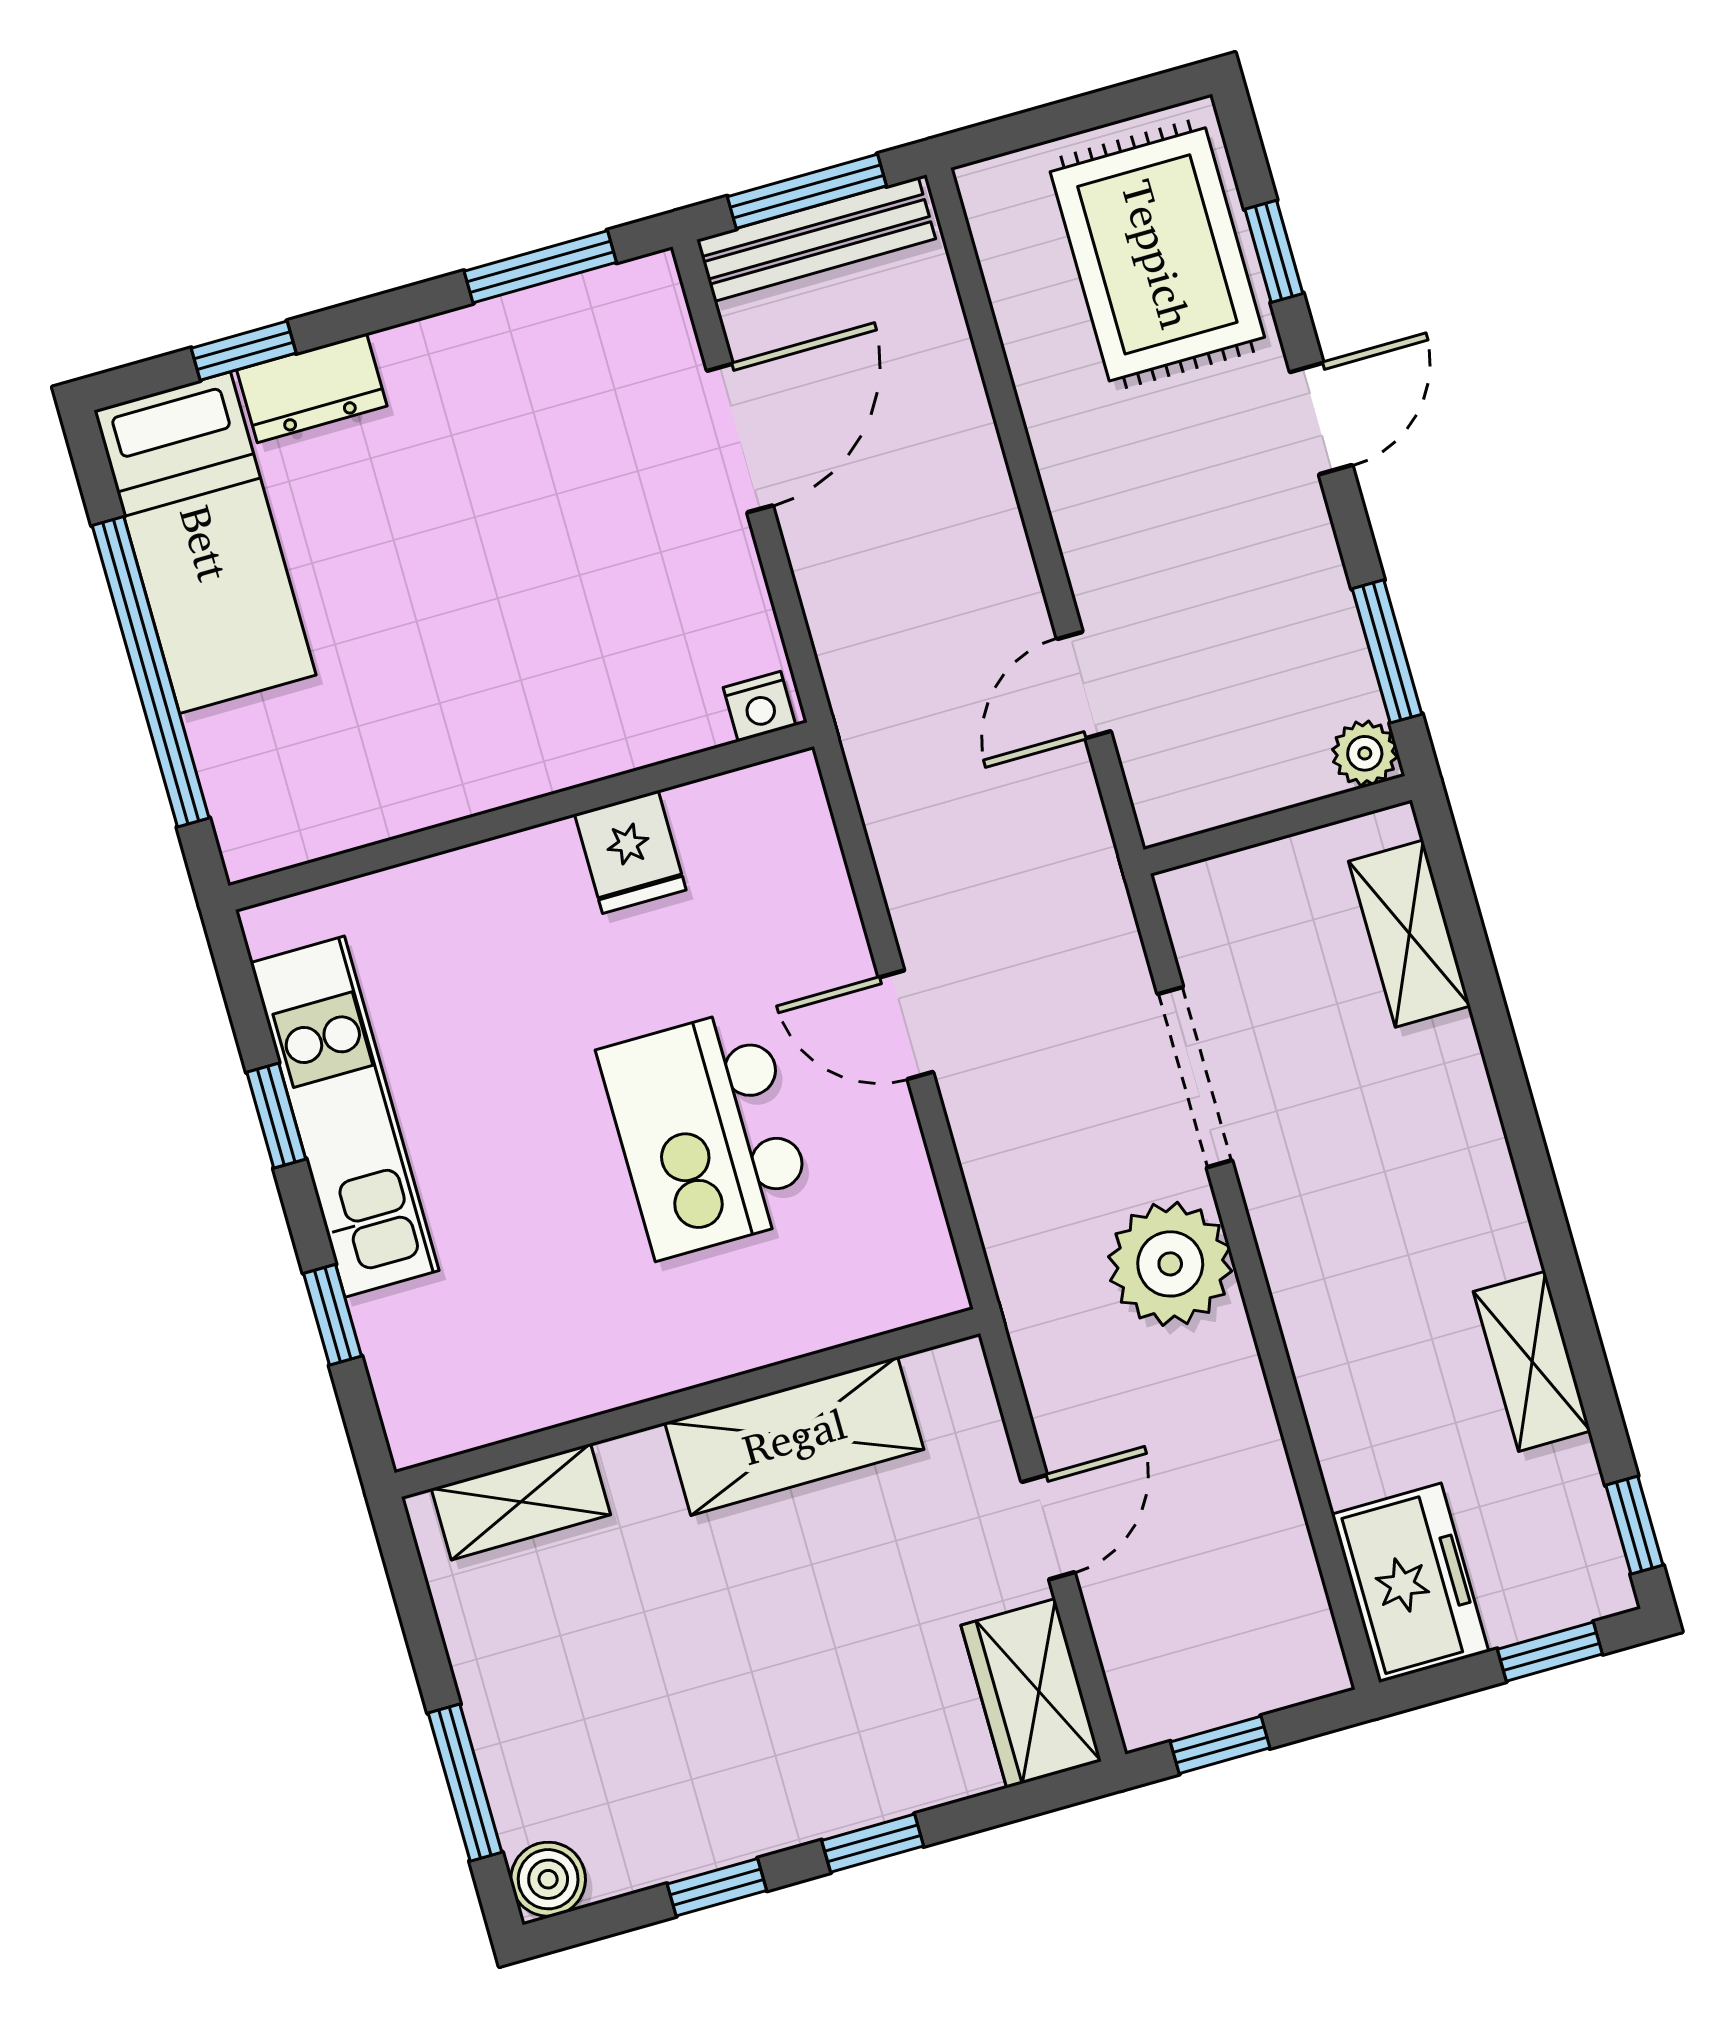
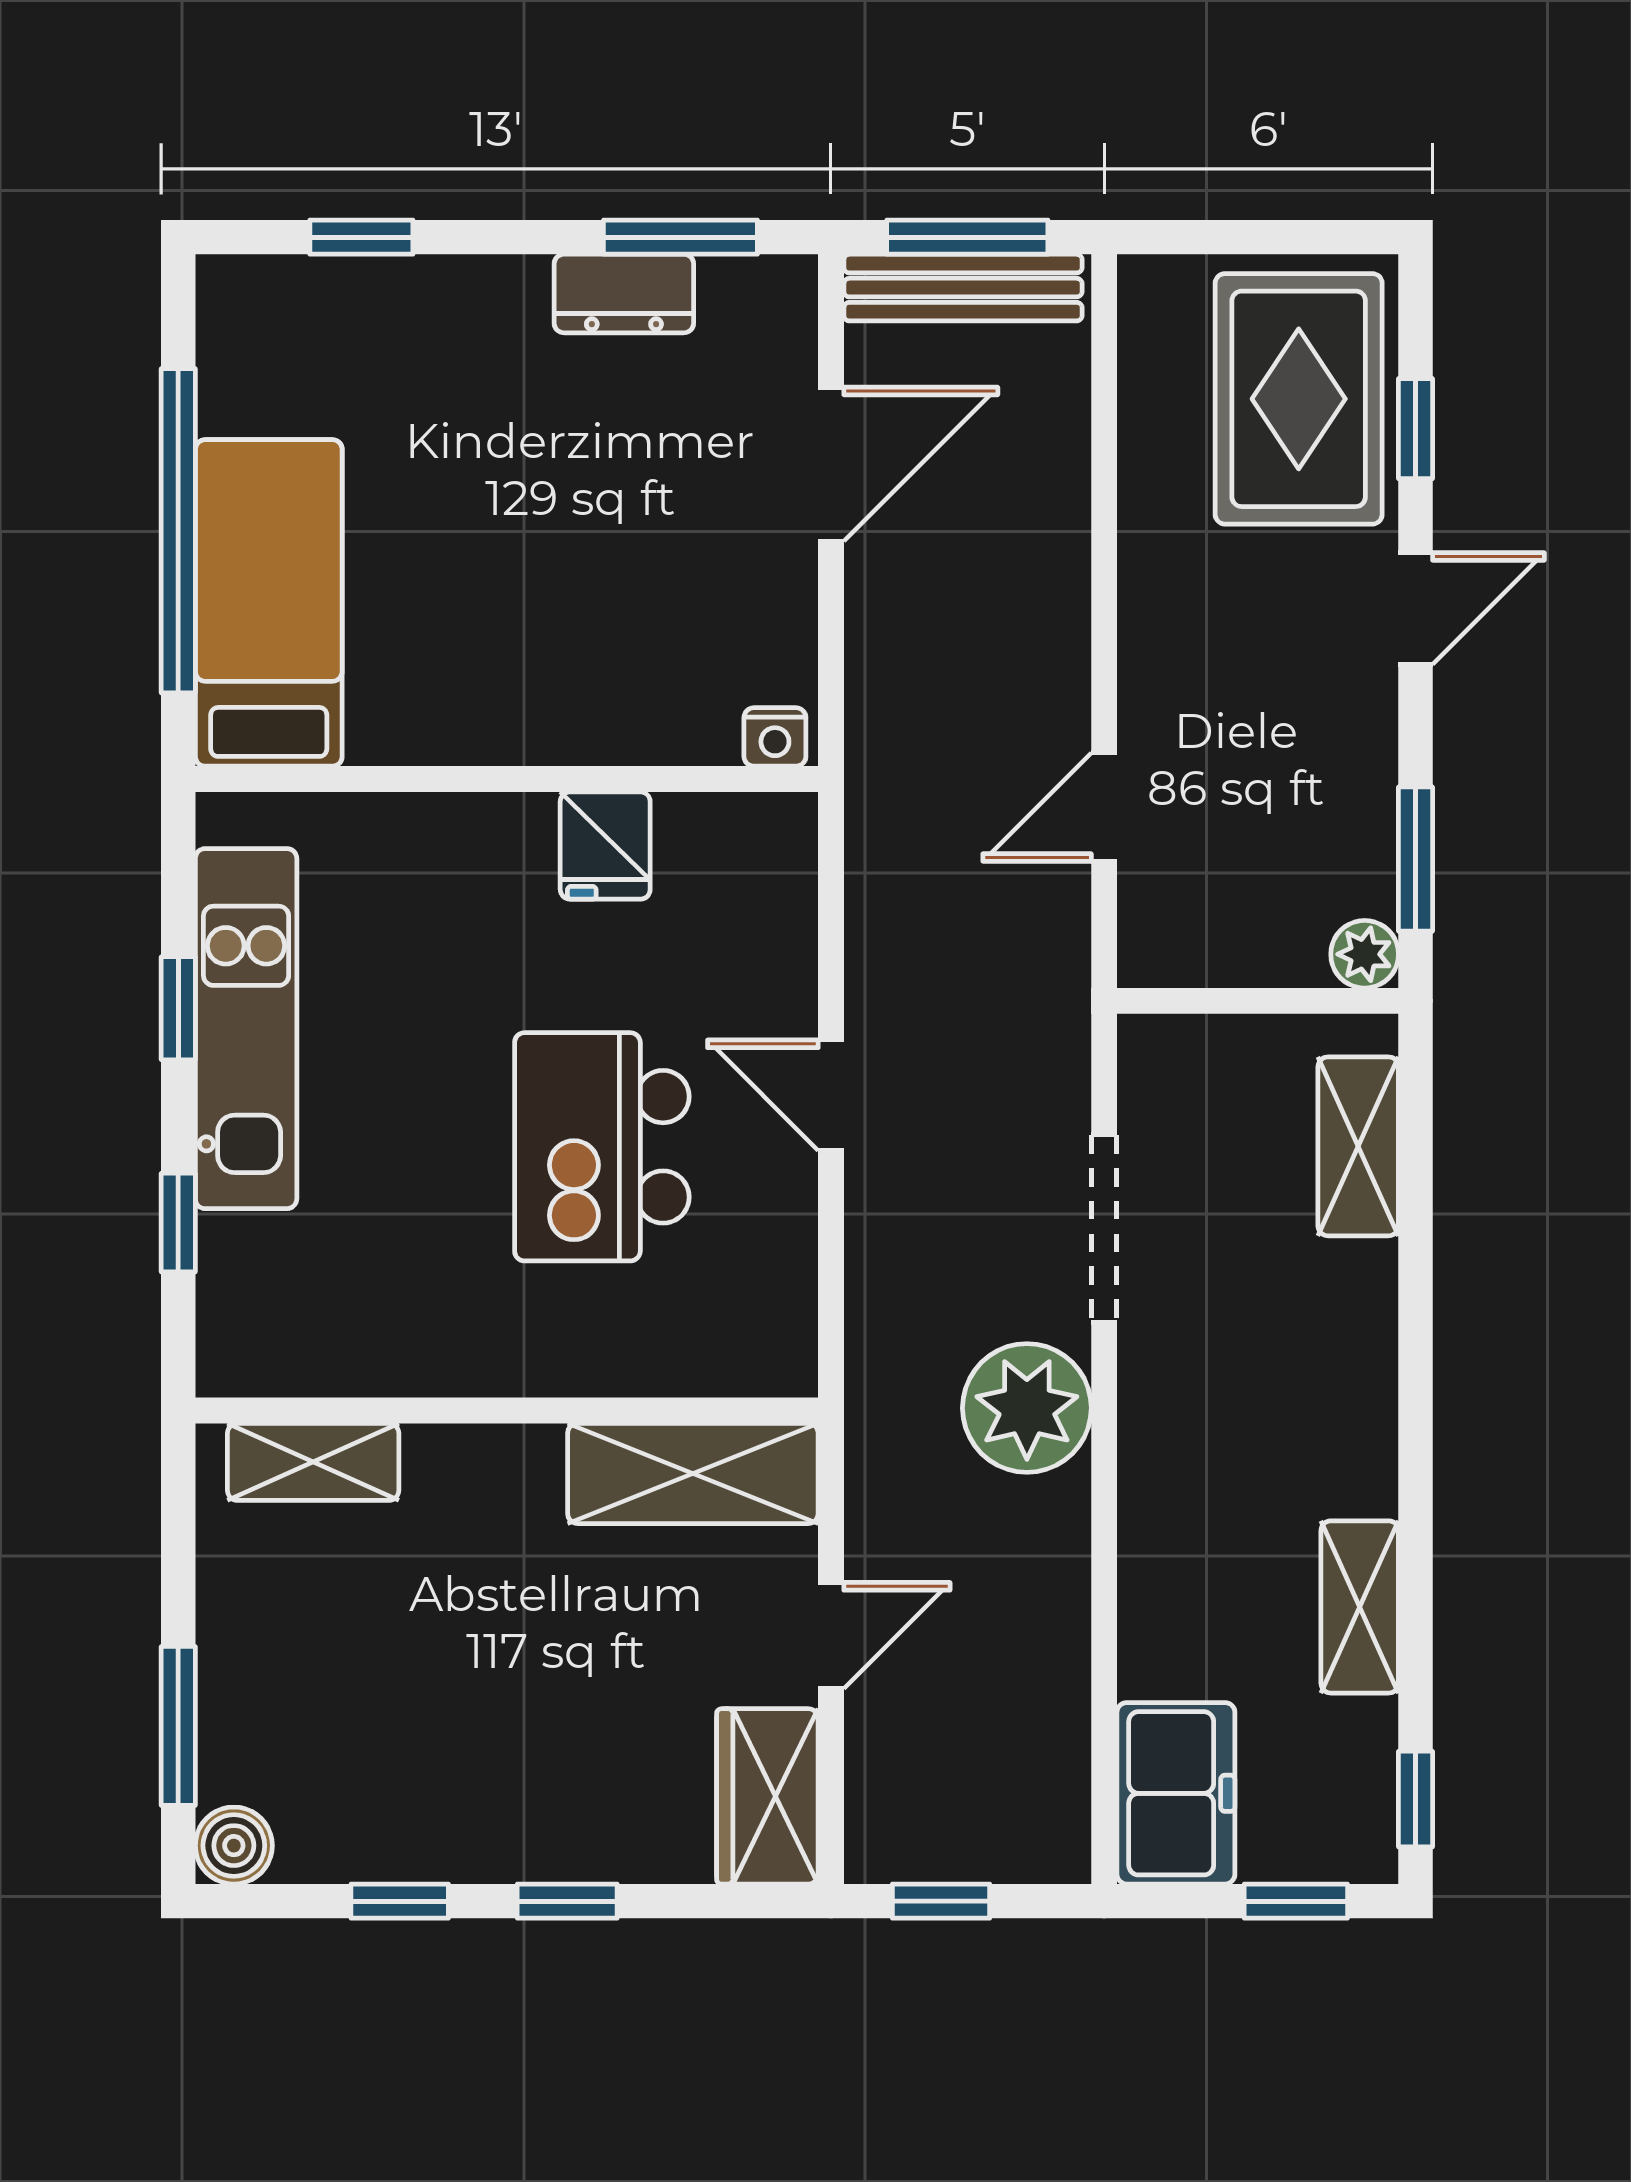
dresser: (312, 388) -> (624, 294), moved
bed: (205, 543) -> (269, 603), moved, turned 180
shelving: (794, 1436) -> (693, 1473), moved

